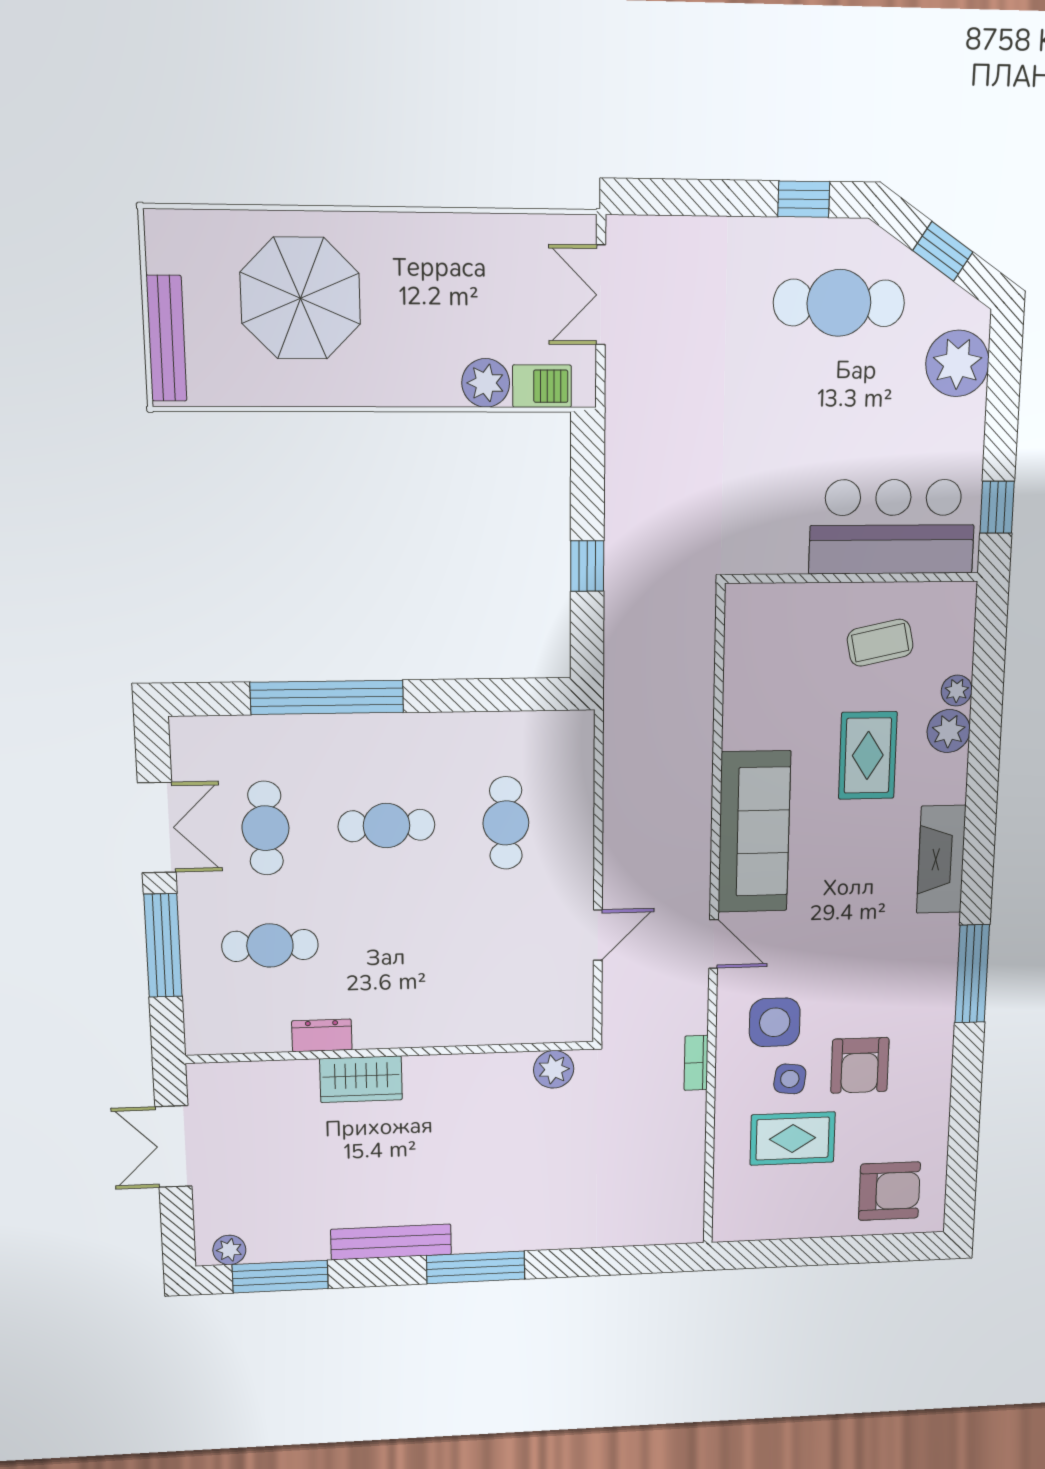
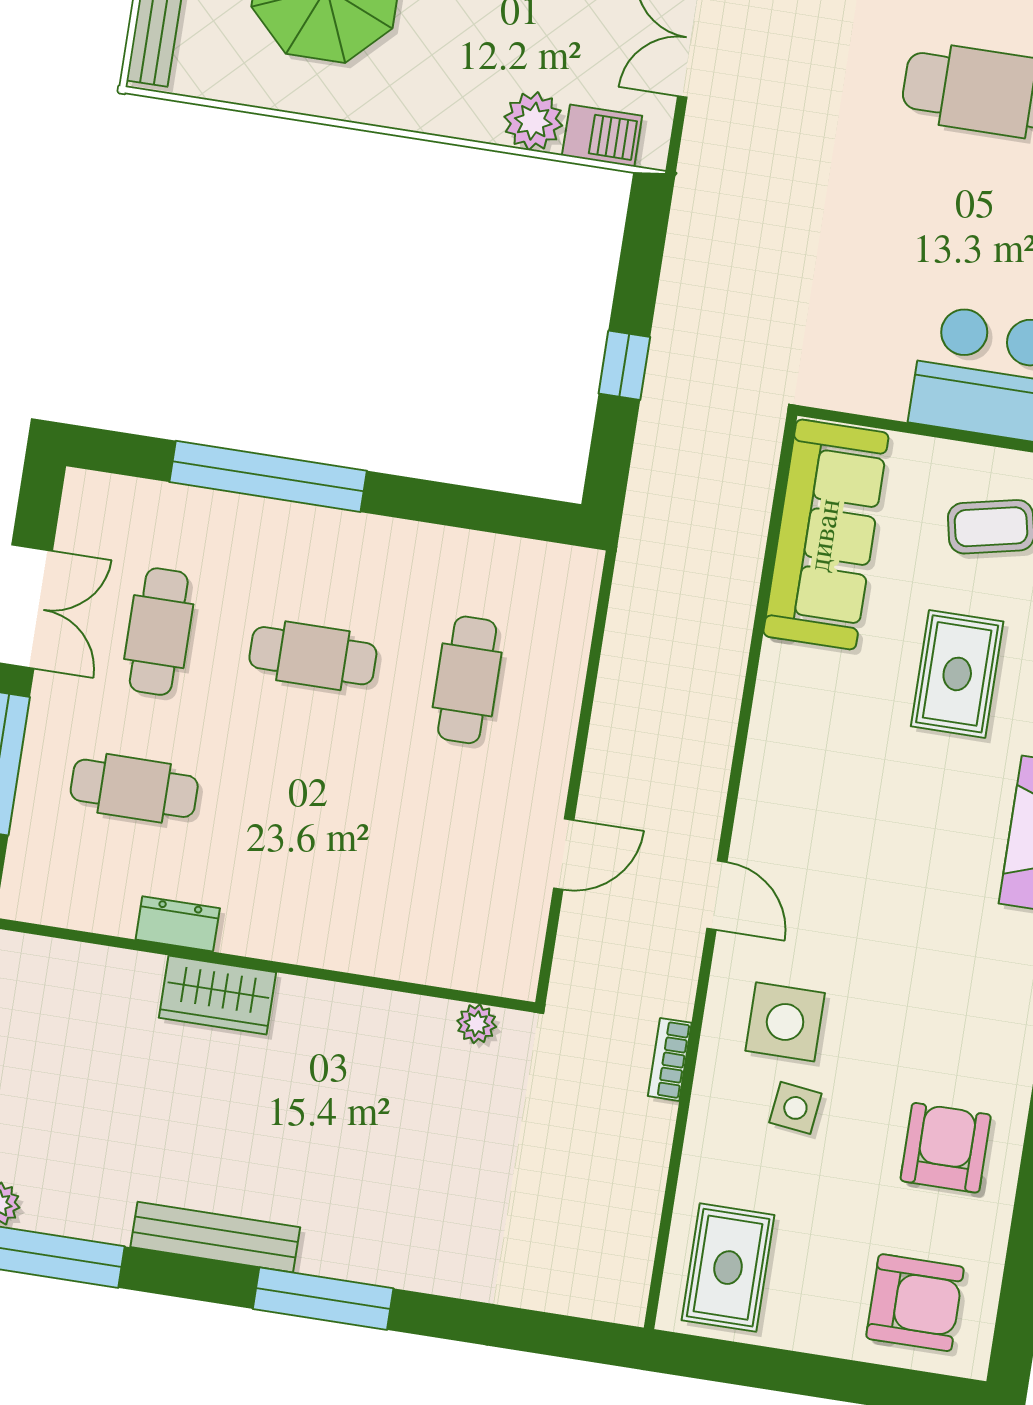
sofa: (754, 832) -> (826, 535), moved
armchair: (860, 1065) -> (946, 1148), moved, turned 180
plant: (554, 1069) -> (477, 1024), width x0.73, depth x0.73
rug: (793, 1138) -> (728, 1268), moved, turned 90

